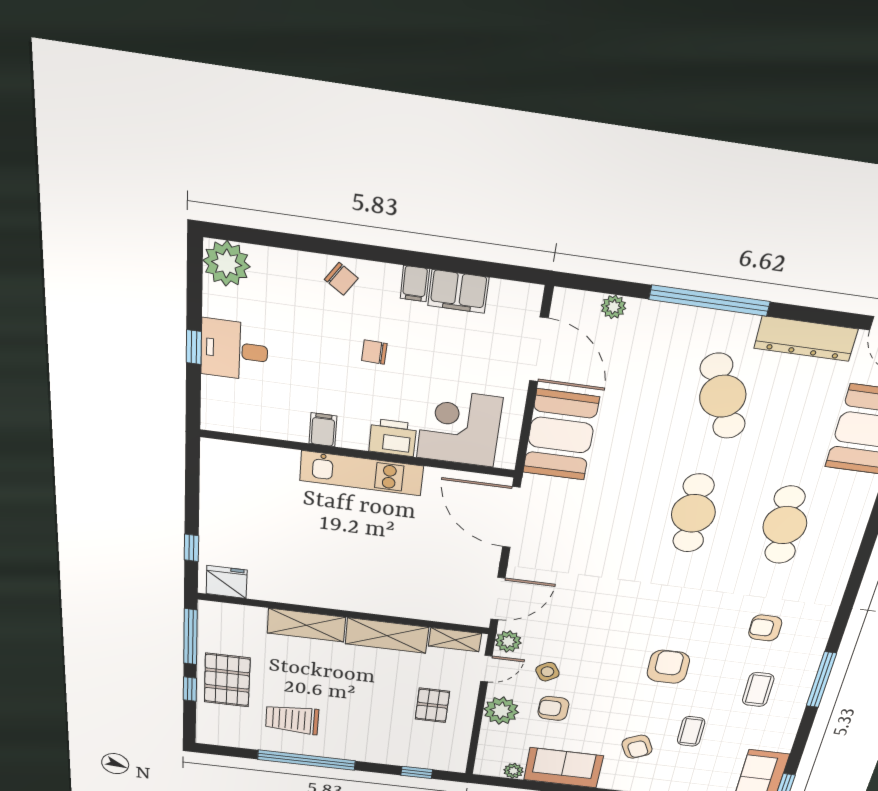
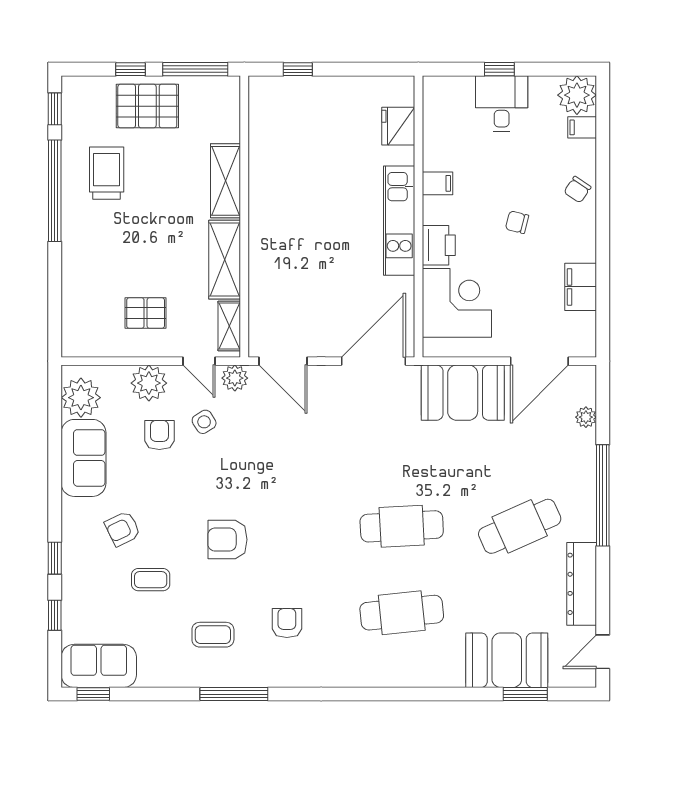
filing cabinet: (415, 284) -> (582, 127), moved
chair: (374, 352) -> (517, 222), turned -78
fridge: (227, 582) -> (398, 126), moved, turned 180
armchair: (668, 667) -> (228, 540), turned 180
plant: (513, 771) -> (81, 398), width x1.87, depth x1.87
window: (417, 772) -> (55, 109), moved

